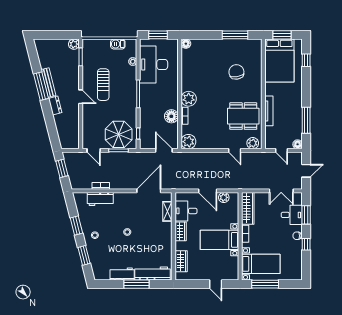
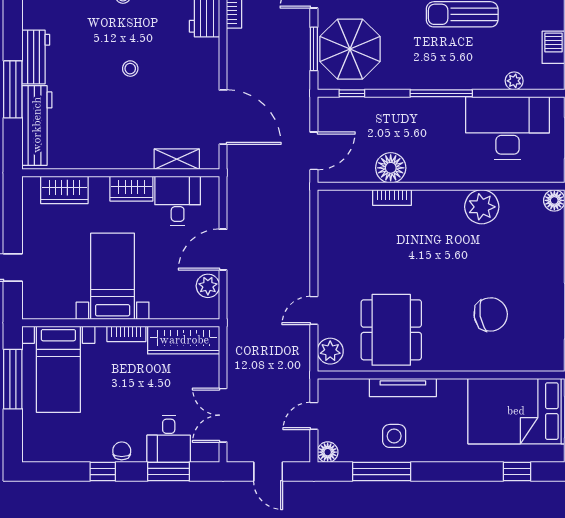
plant: (189, 99) -> (482, 207), moved
side table: (290, 115) -> (394, 436), added
plant: (188, 142) -> (334, 206), removed

